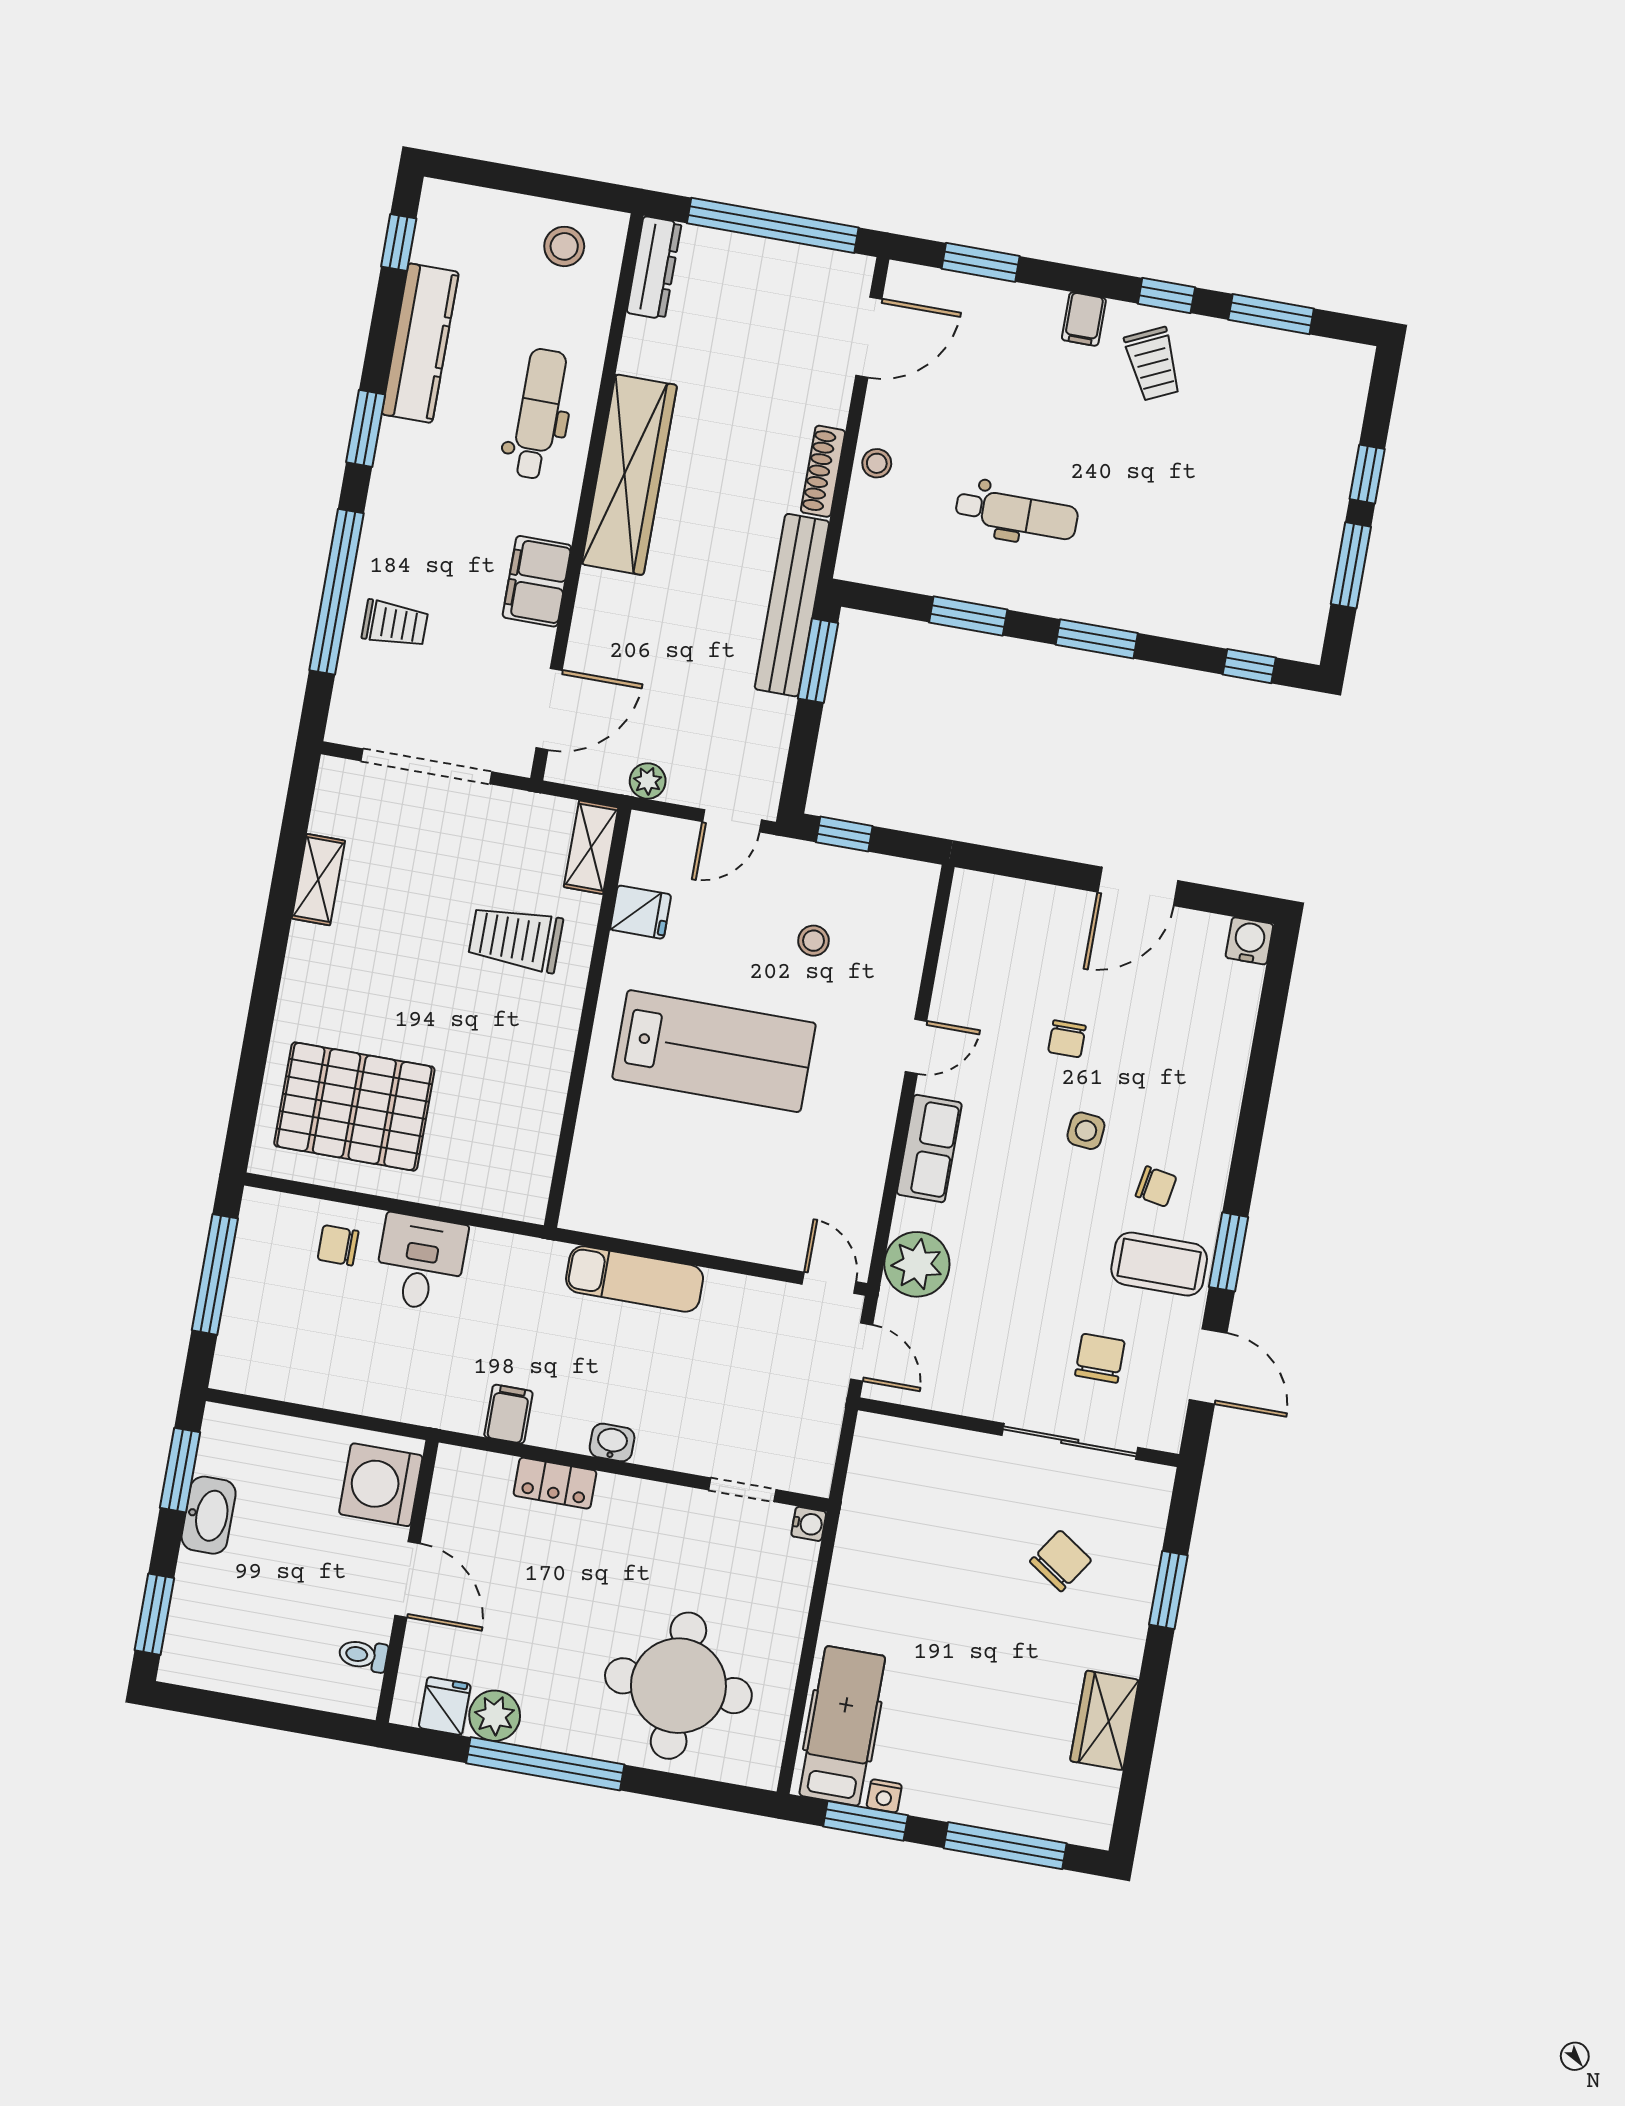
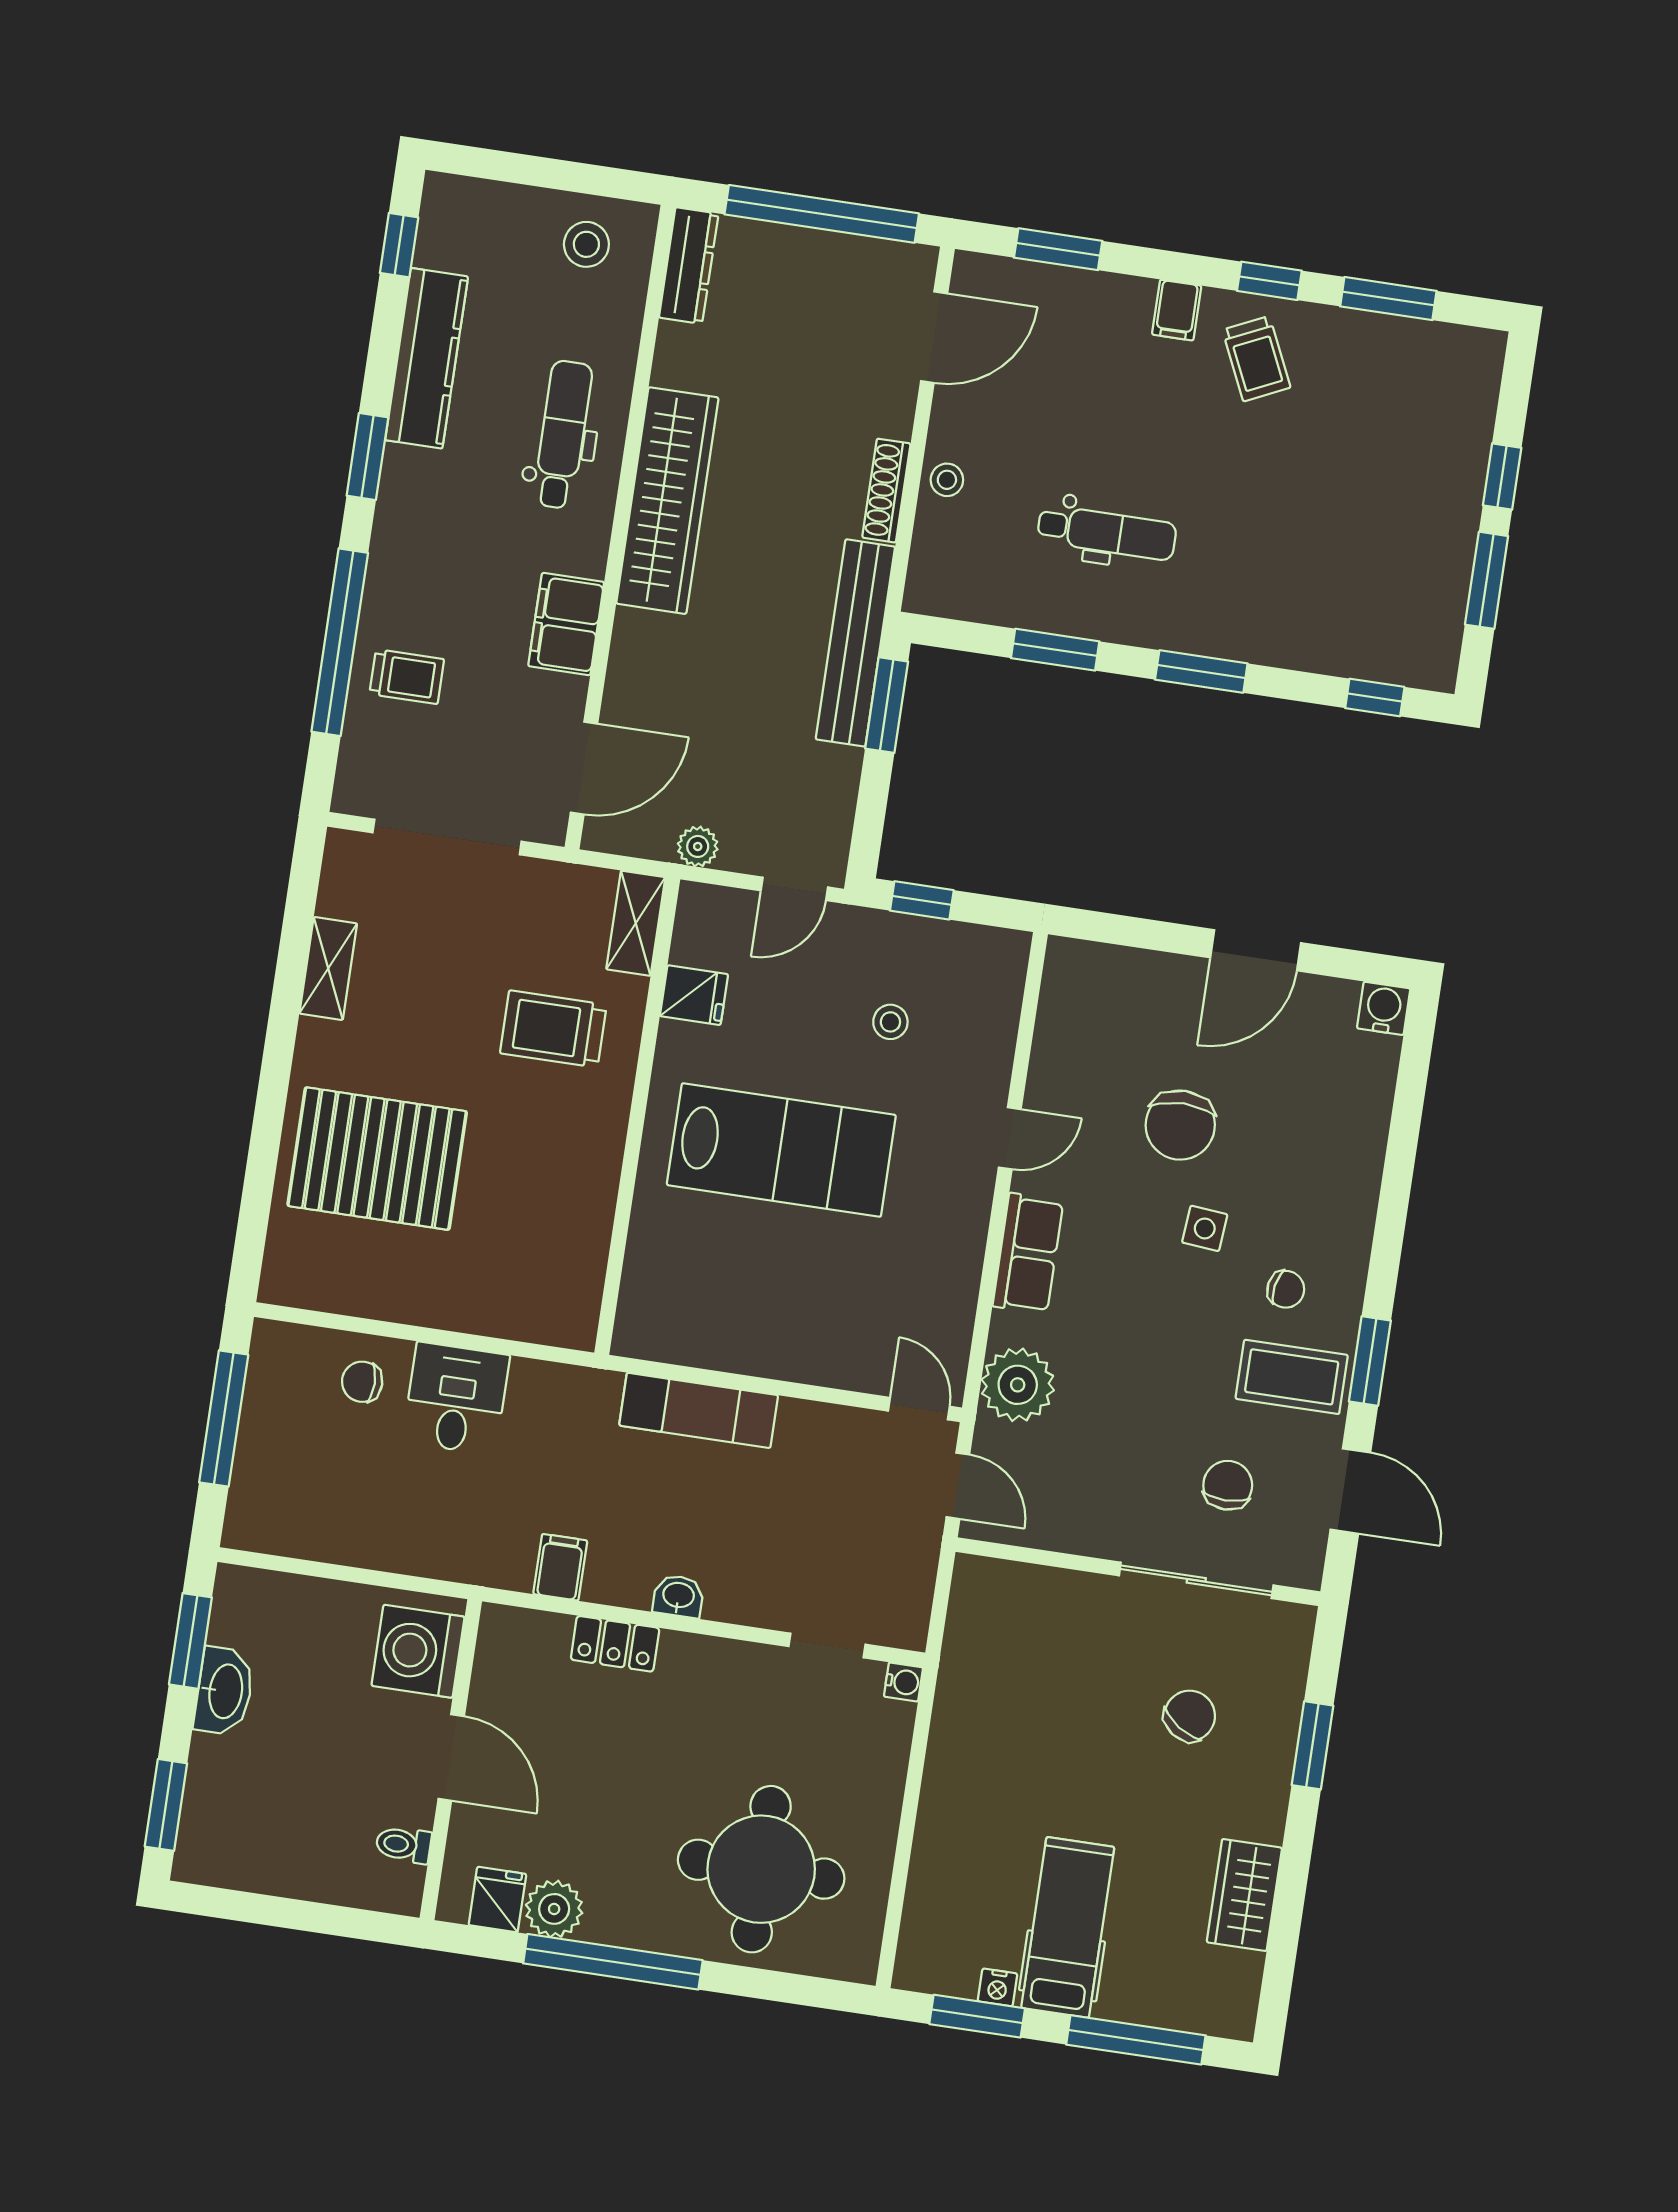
chair: (1067, 1039) -> (1180, 1125), width x1.87, depth x1.87
pallet: (354, 1106) -> (377, 1159), moved
hospital bed: (842, 1726) -> (1068, 1927), moved

